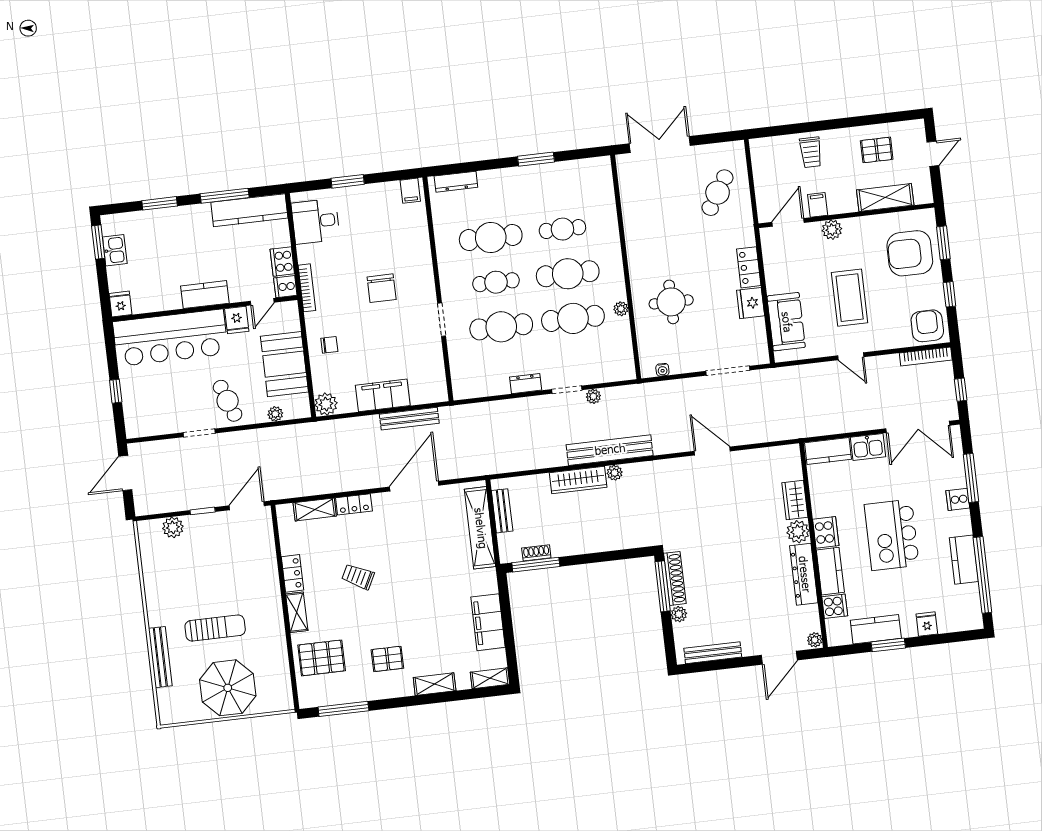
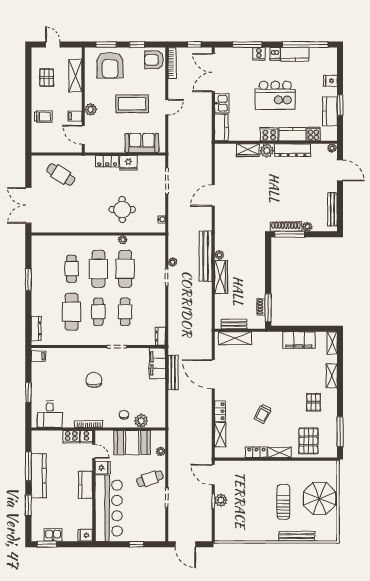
kitchen counter: (249, 210) -> (39, 476), moved
chair: (382, 288) -> (94, 380), turned -90
cafe table: (501, 327) -> (125, 312), width x0.73, depth x0.74
dresser: (526, 384) -> (160, 336), moved
filing cabinet: (383, 395) -> (157, 363), moved
plant: (326, 404) -> (141, 421), moved
double door: (918, 427) -> (213, 72), swing flipped
dishwasher: (961, 526) -> (275, 54), added
plant: (173, 527) -> (221, 500), moved
shelving: (480, 528) -> (235, 338), width x0.68

